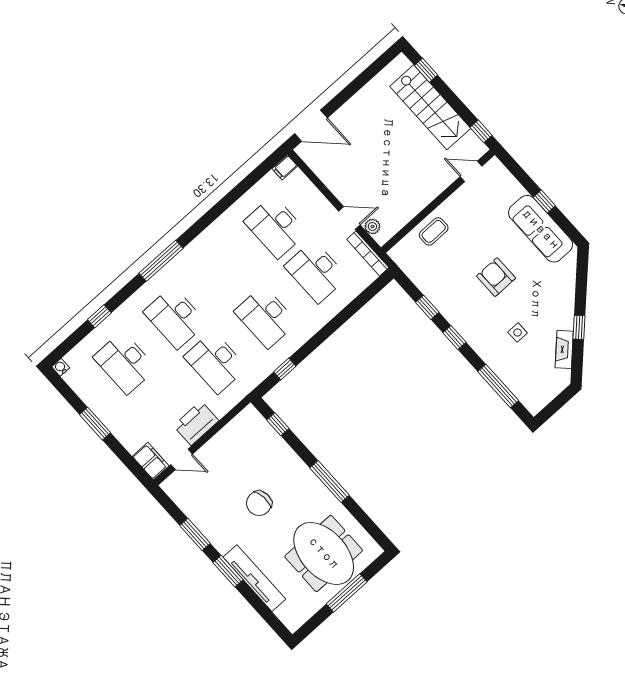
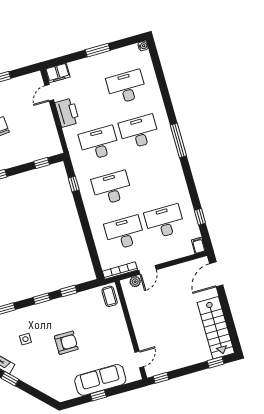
stairs: (430, 107) -> (216, 328), moved, turned -90
sofa: (541, 229) -> (100, 380), moved
coffee table: (434, 231) -> (110, 296), moved
window: (99, 316) -> (200, 217), moved

